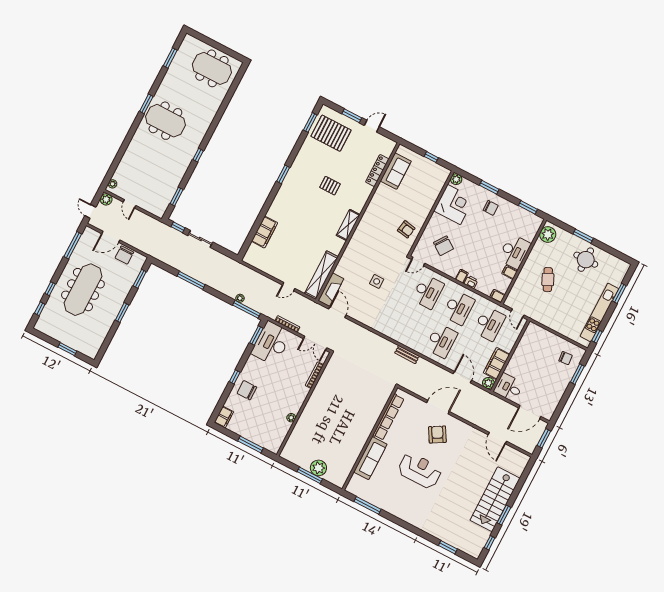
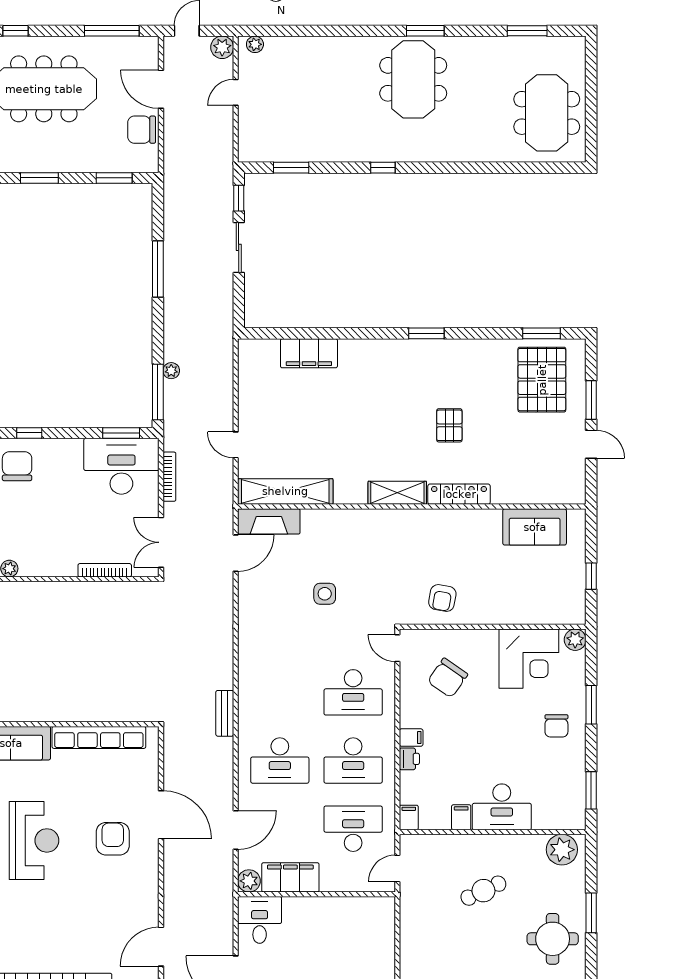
locker: (377, 171) -> (459, 494), moved
desk: (489, 324) -> (353, 829), turned 180
armchair: (437, 435) -> (113, 839), turned -60

